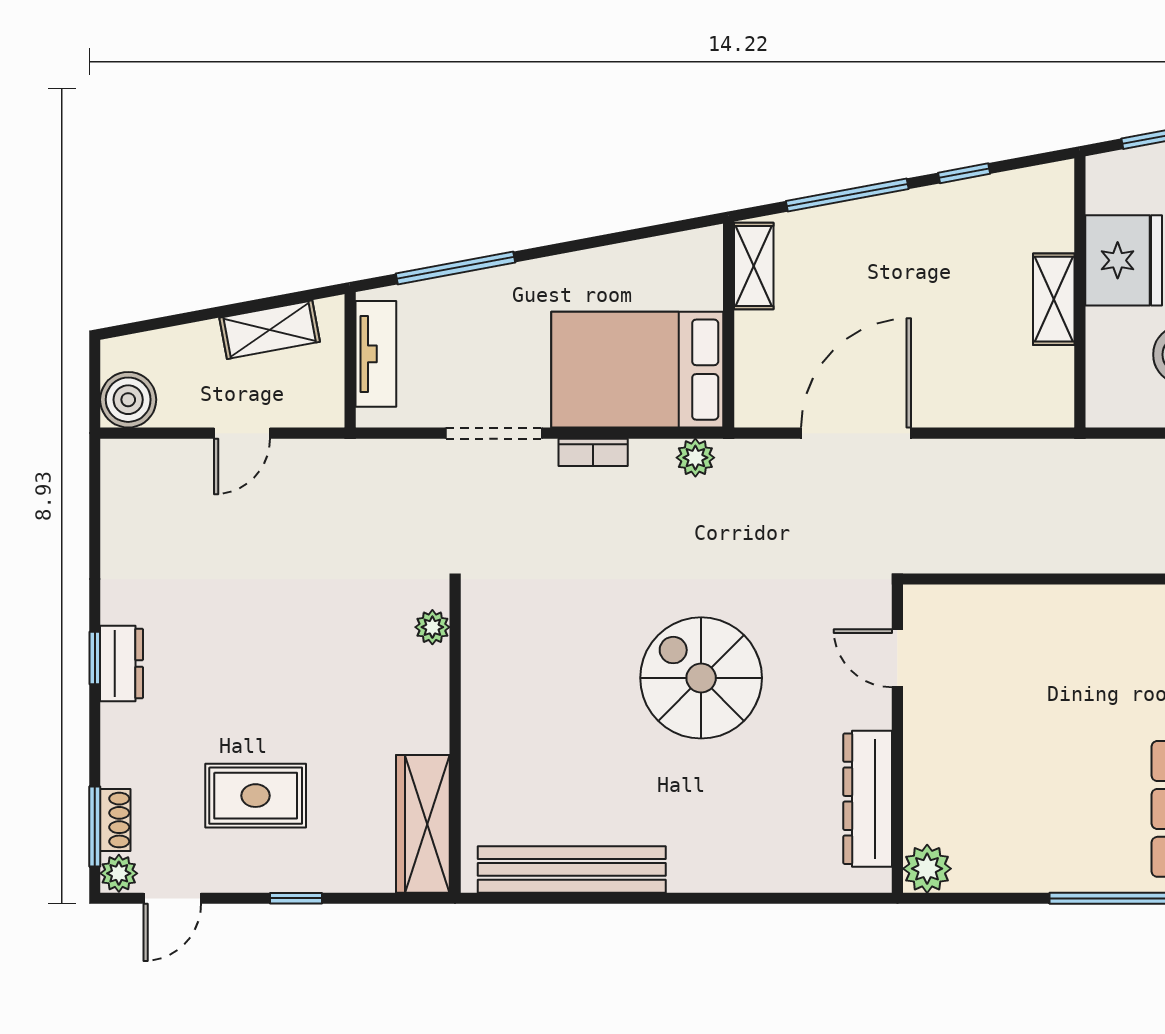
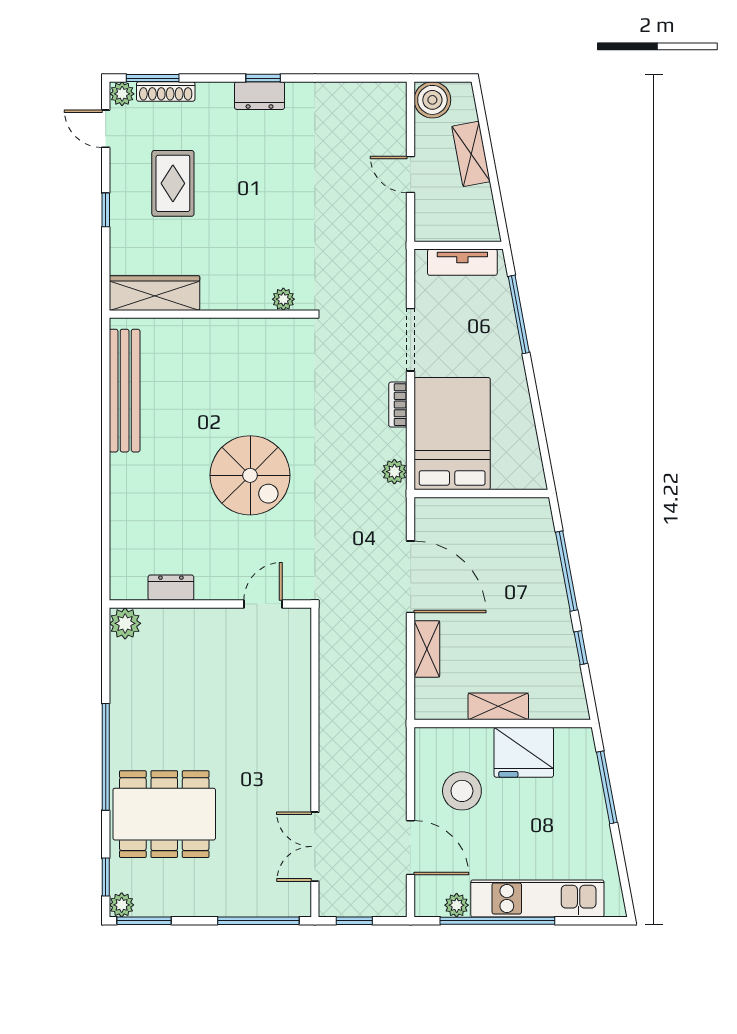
shelving: (754, 266) -> (427, 649), moved, turned 90
shelving: (270, 330) -> (471, 154), moved
spiral stairs: (701, 678) -> (250, 475), turned 90
dresser: (868, 799) -> (171, 588), width x0.51, depth x0.80
shoe rack: (115, 820) -> (166, 91), width x1.43

